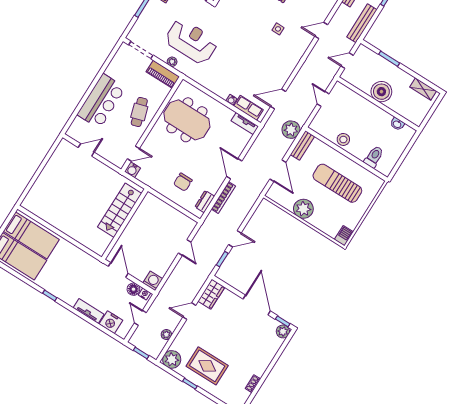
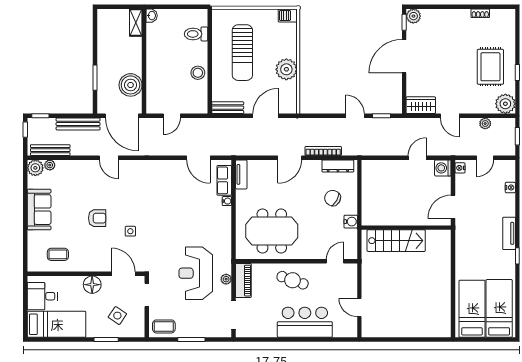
side table: (278, 29) -> (130, 231), moved
door: (347, 61) -> (122, 116), width x1.88
shelving: (423, 89) -> (136, 23), moved
boiler: (381, 92) -> (131, 85), moved
cafe table: (139, 112) -> (293, 280), turned 36
meeting table: (187, 120) -> (272, 231), turned 90
washbasin: (397, 124) -> (152, 16), moved
plant: (291, 130) -> (220, 128), removed
door: (133, 154) -> (335, 261), hinge flipped
water cooler: (132, 170) -> (351, 222), moved
chair: (183, 182) -> (333, 198), turned -151
dresser: (205, 202) -> (338, 166), width x1.44
door: (185, 248) -> (417, 158), moved
floor lamp: (133, 289) -> (462, 181), removed
tv unit: (89, 311) -> (509, 233), moved
nightstand: (111, 322) -> (510, 188), width x0.53, depth x0.56

